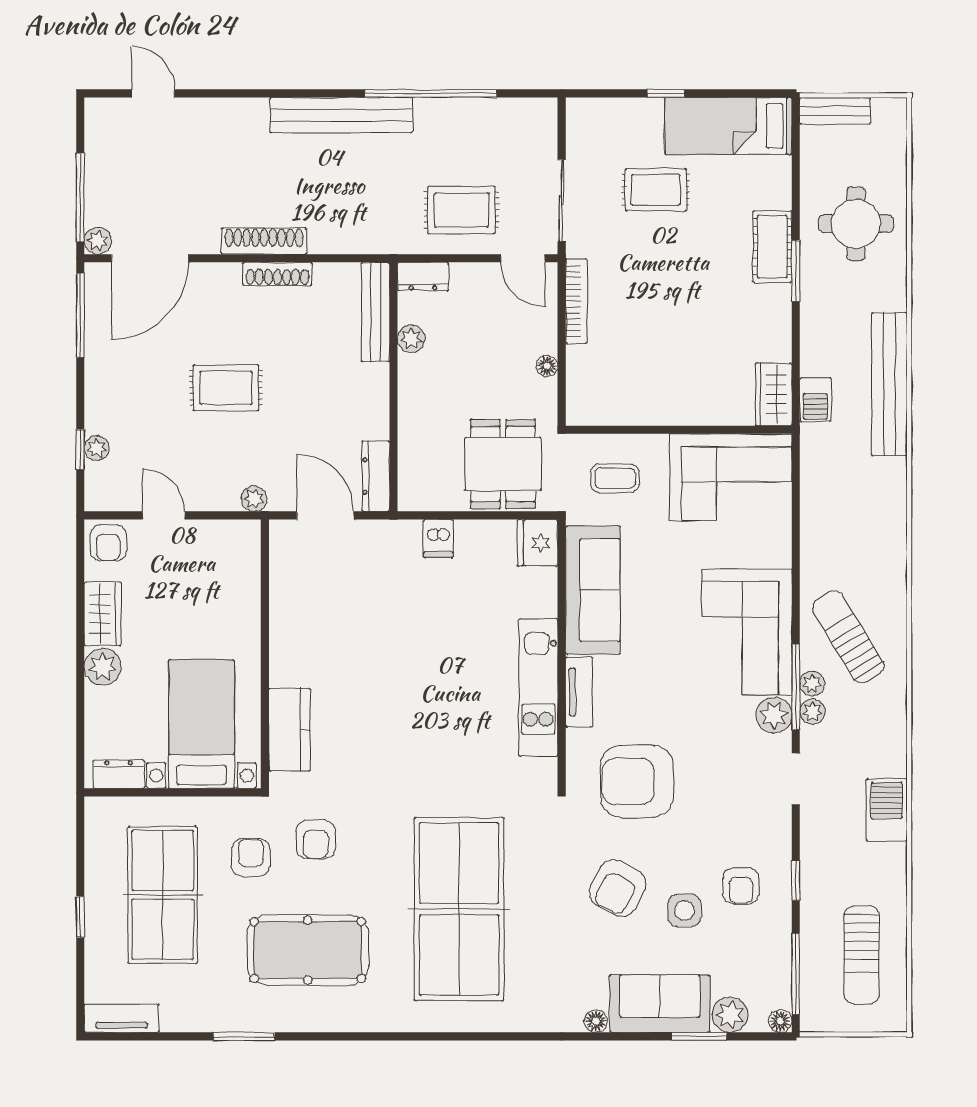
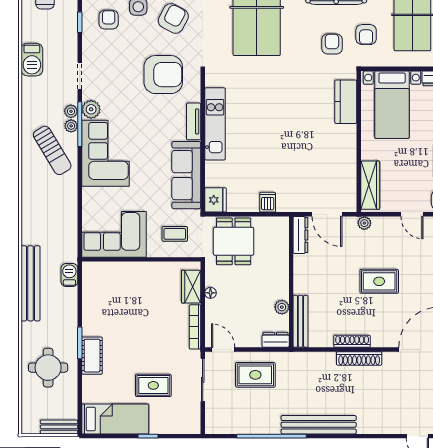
wardrobe: (774, 394) -> (191, 287), moved, turned 180
wardrobe: (243, 571) -> (370, 185), added

